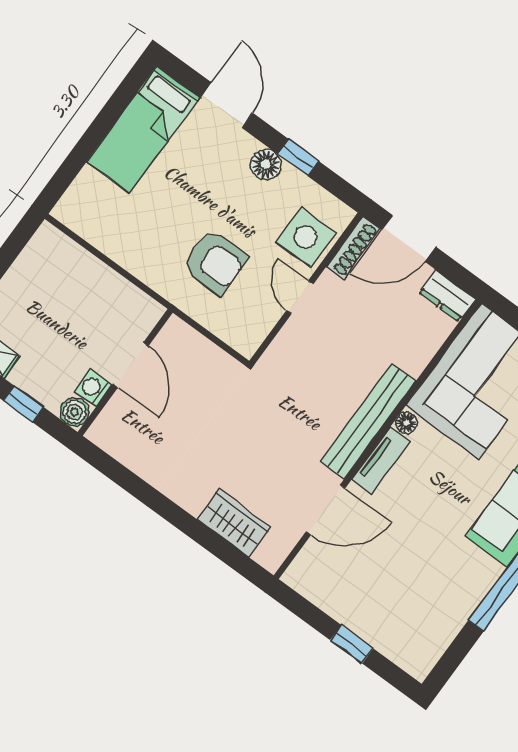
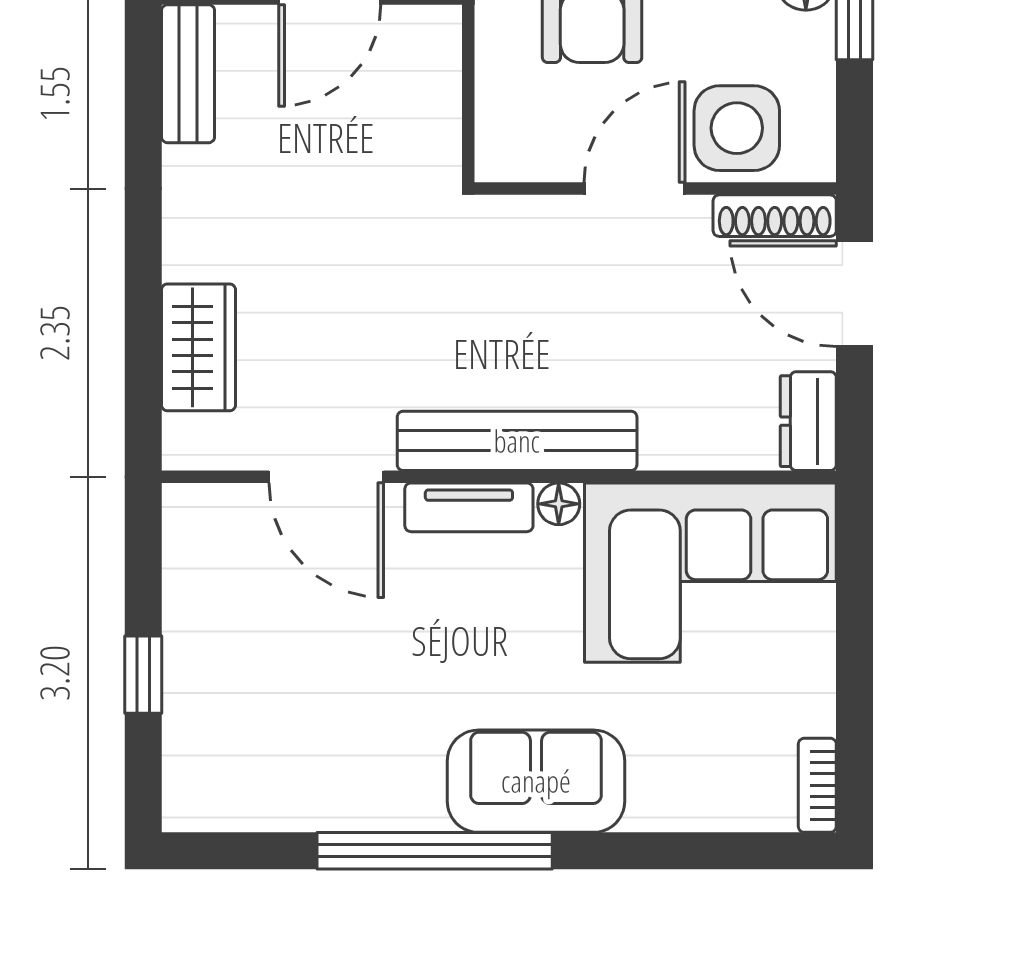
door: (300, 297) -> (634, 189), width x1.37
bench: (119, 446) -> (188, 74), added

